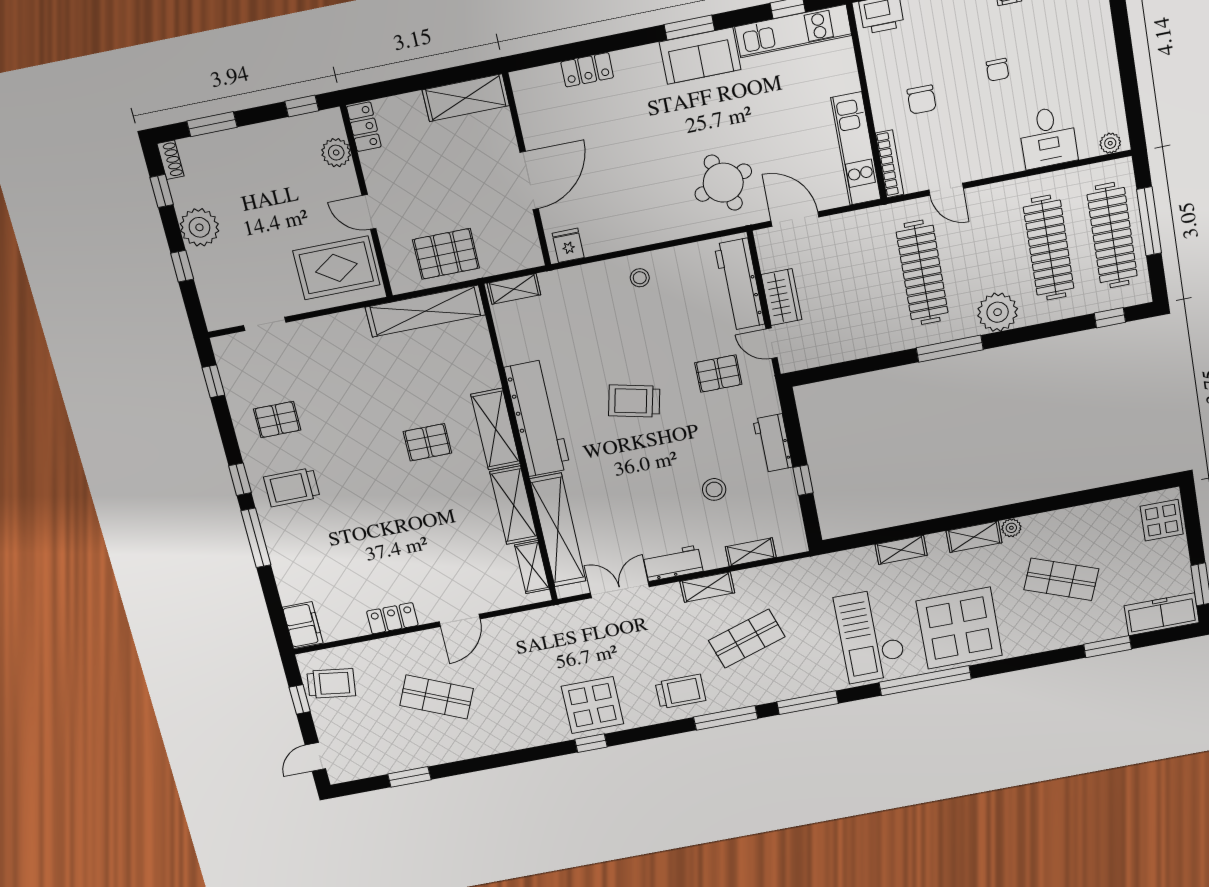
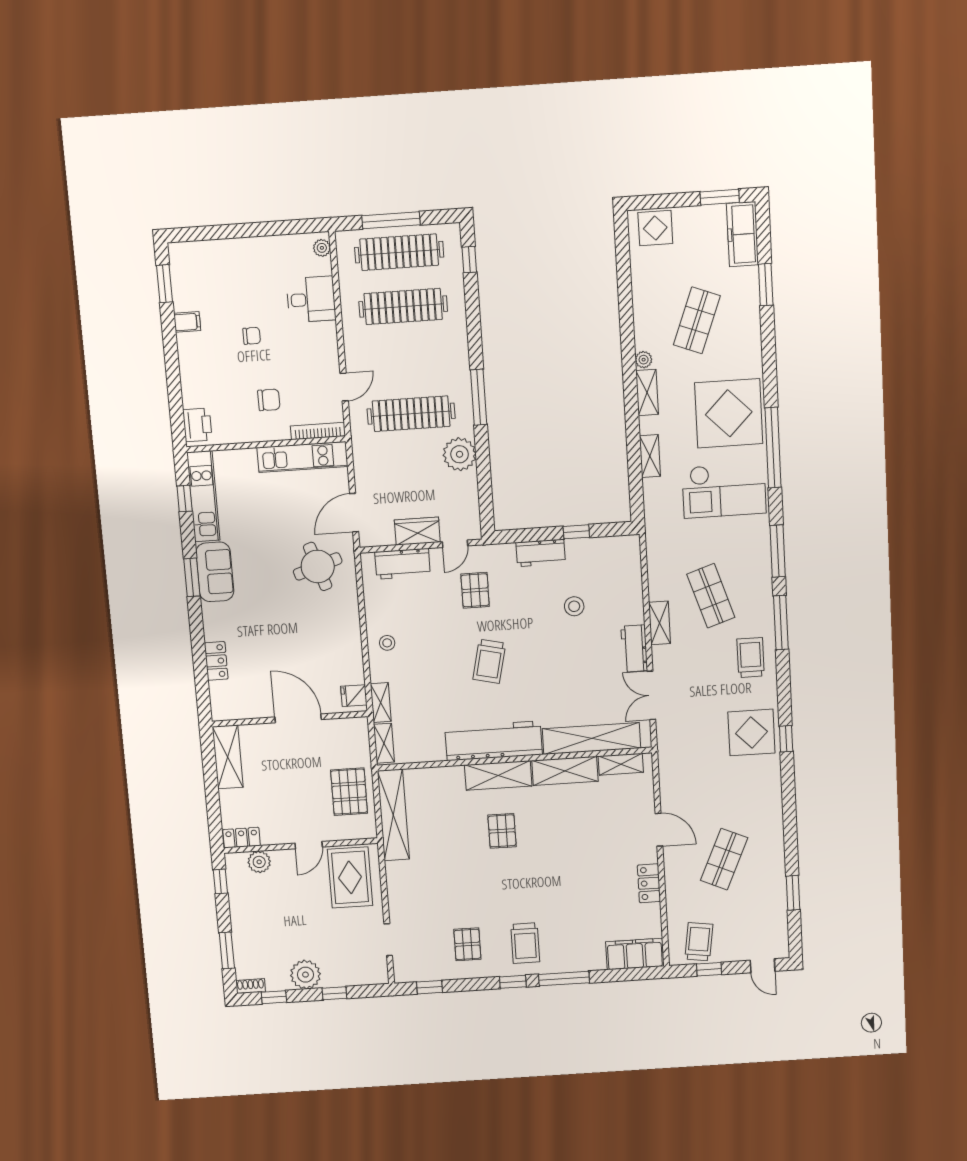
workbench: (739, 284) -> (403, 564), width x0.73
plant: (998, 312) -> (460, 454), moved
shelving: (751, 552) -> (381, 703), moved
filing cabinet: (303, 625) -> (635, 954), width x1.50, depth x1.17

